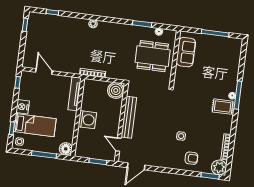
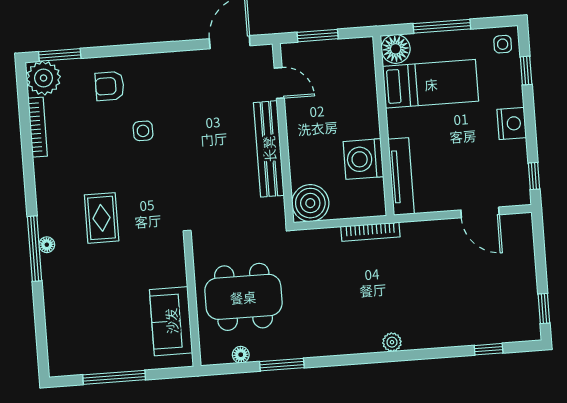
rug: (223, 107) -> (102, 218), moved, turned 90
washing machine: (87, 120) -> (363, 159), moved
bed: (35, 125) -> (431, 84), moved, turned 180

